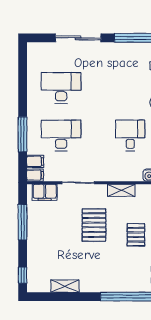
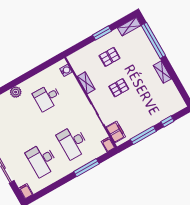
filing cabinet: (35, 161) -> (26, 191), moved
pallet: (94, 225) -> (119, 88), width x0.67, depth x0.71
window: (23, 275) -> (167, 121), moved
shelving: (65, 286) -> (162, 72), moved

